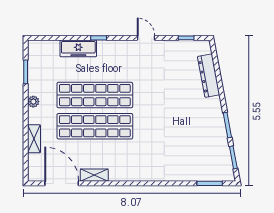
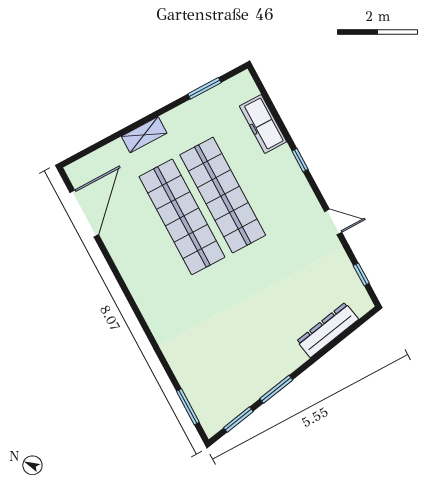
door: (146, 38) -> (333, 222), hinge flipped
freezer: (78, 48) -> (263, 124), moved
plant: (33, 102) -> (171, 119), removed
shelving: (34, 139) -> (144, 135), moved
shelving: (94, 175) -> (118, 250), removed

